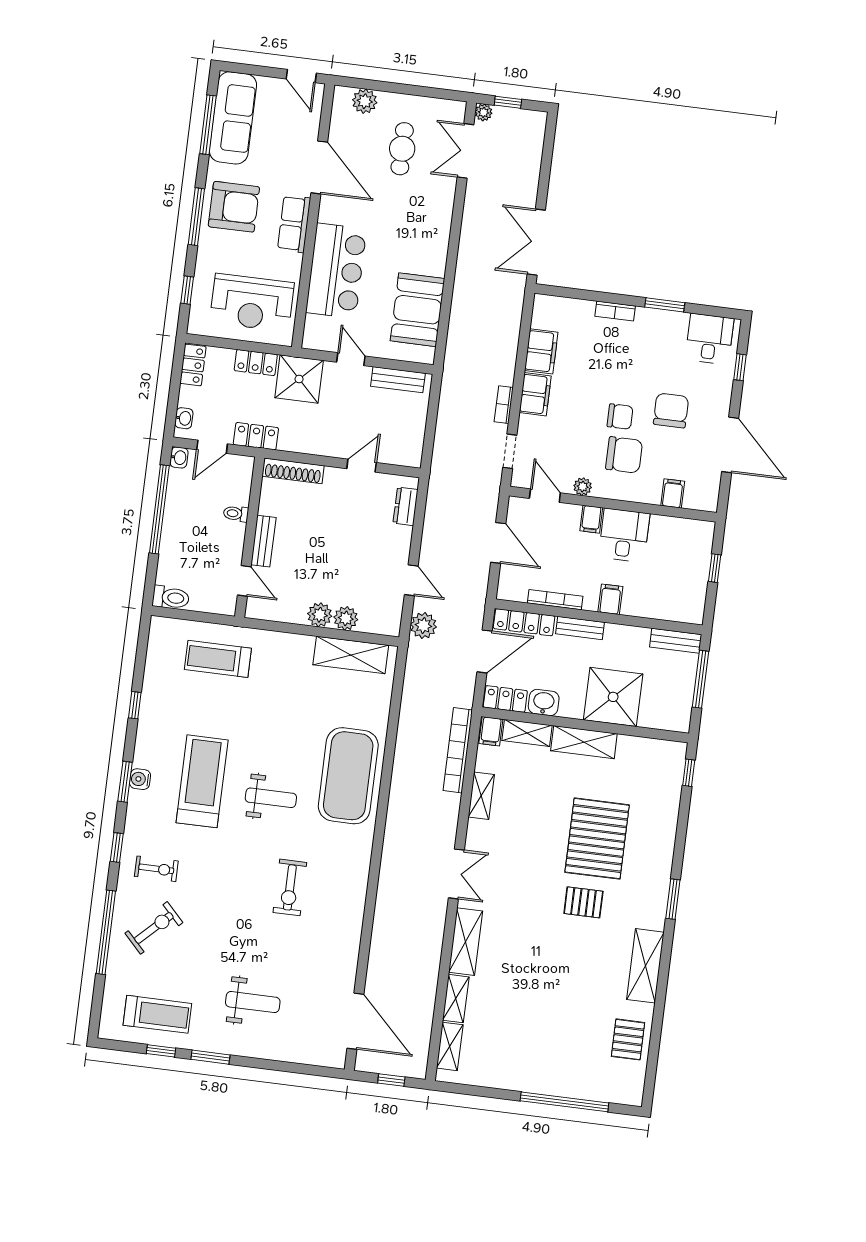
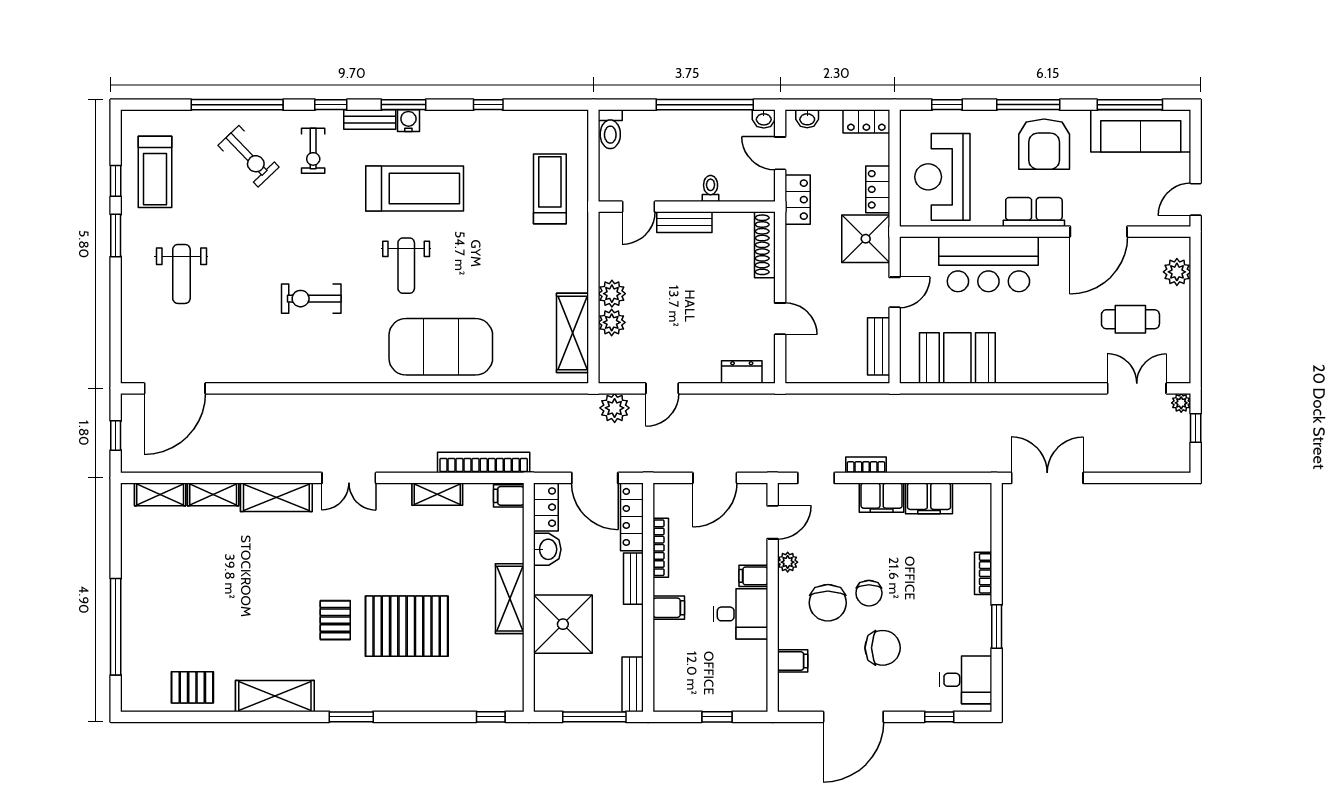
shelving: (527, 733) -> (512, 535), removed
bench: (135, 814) -> (370, 120), added

